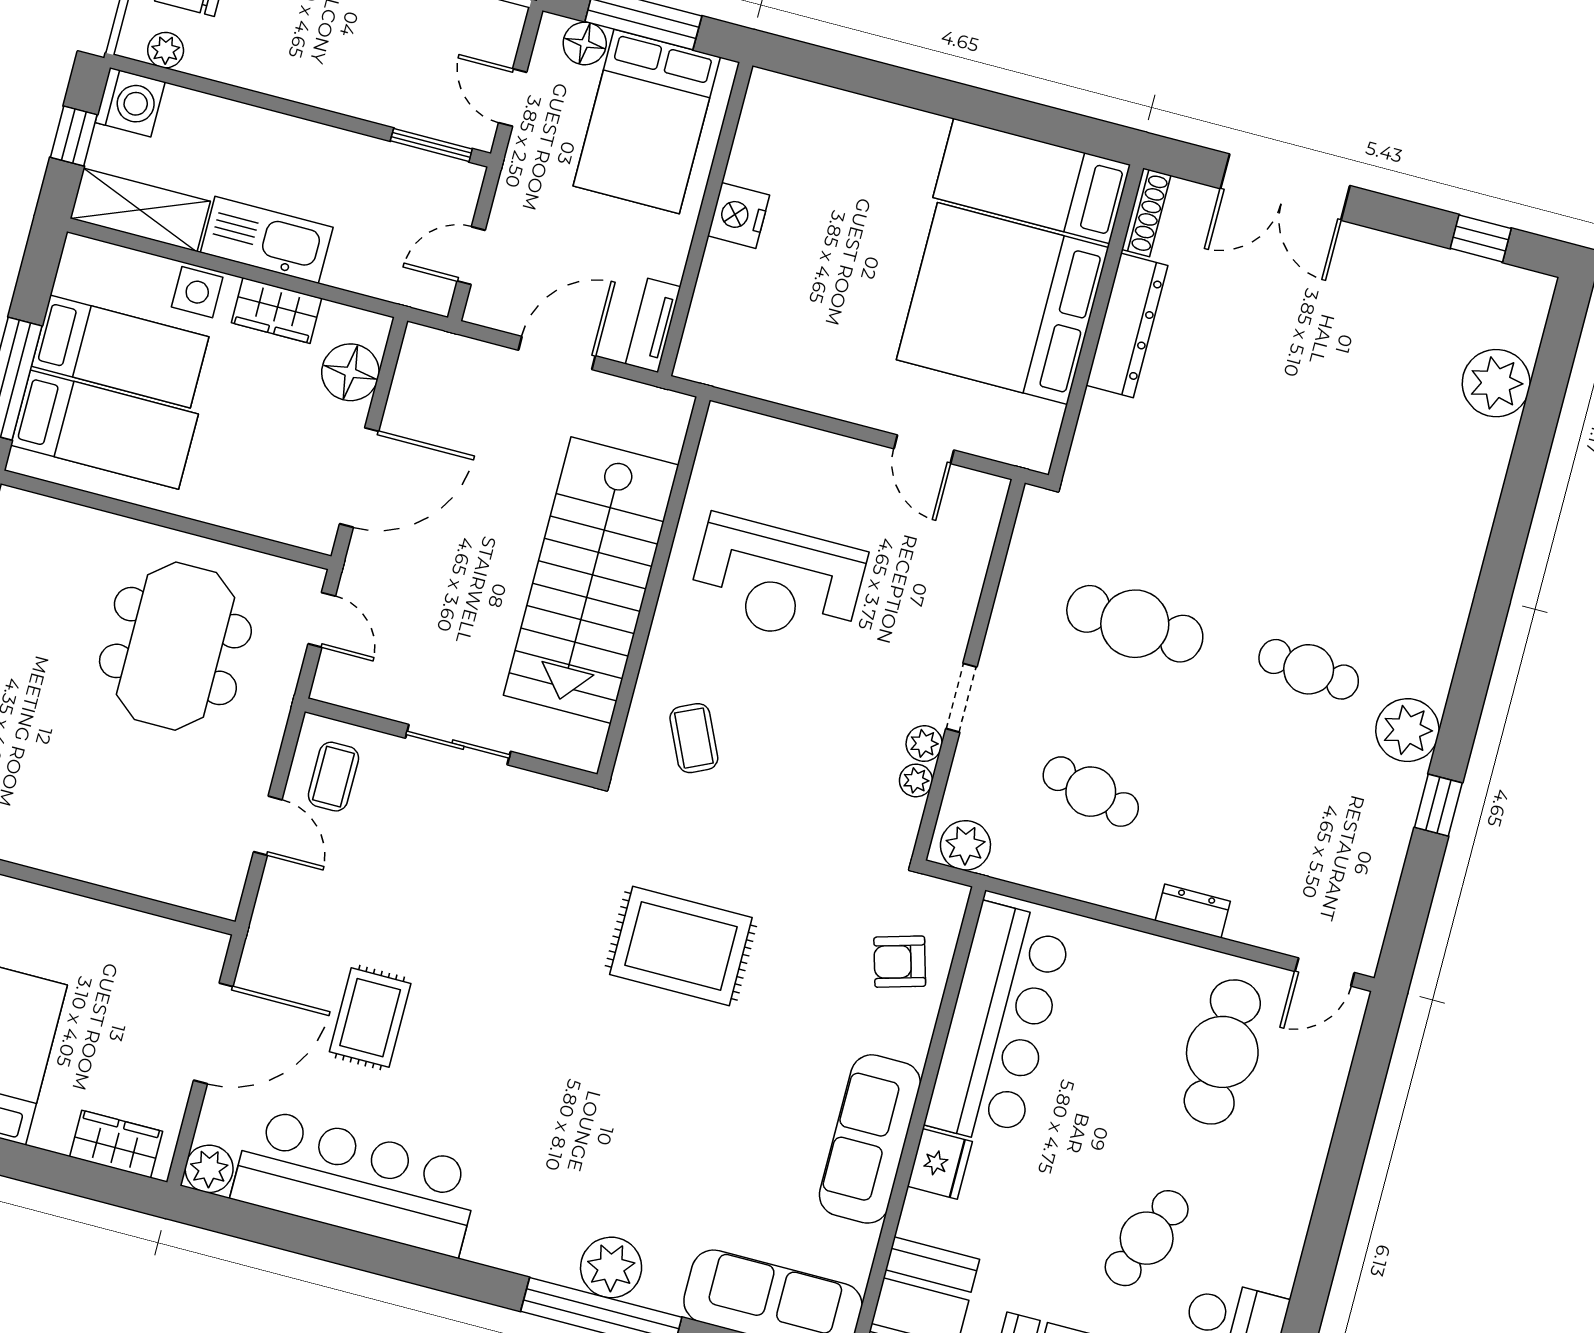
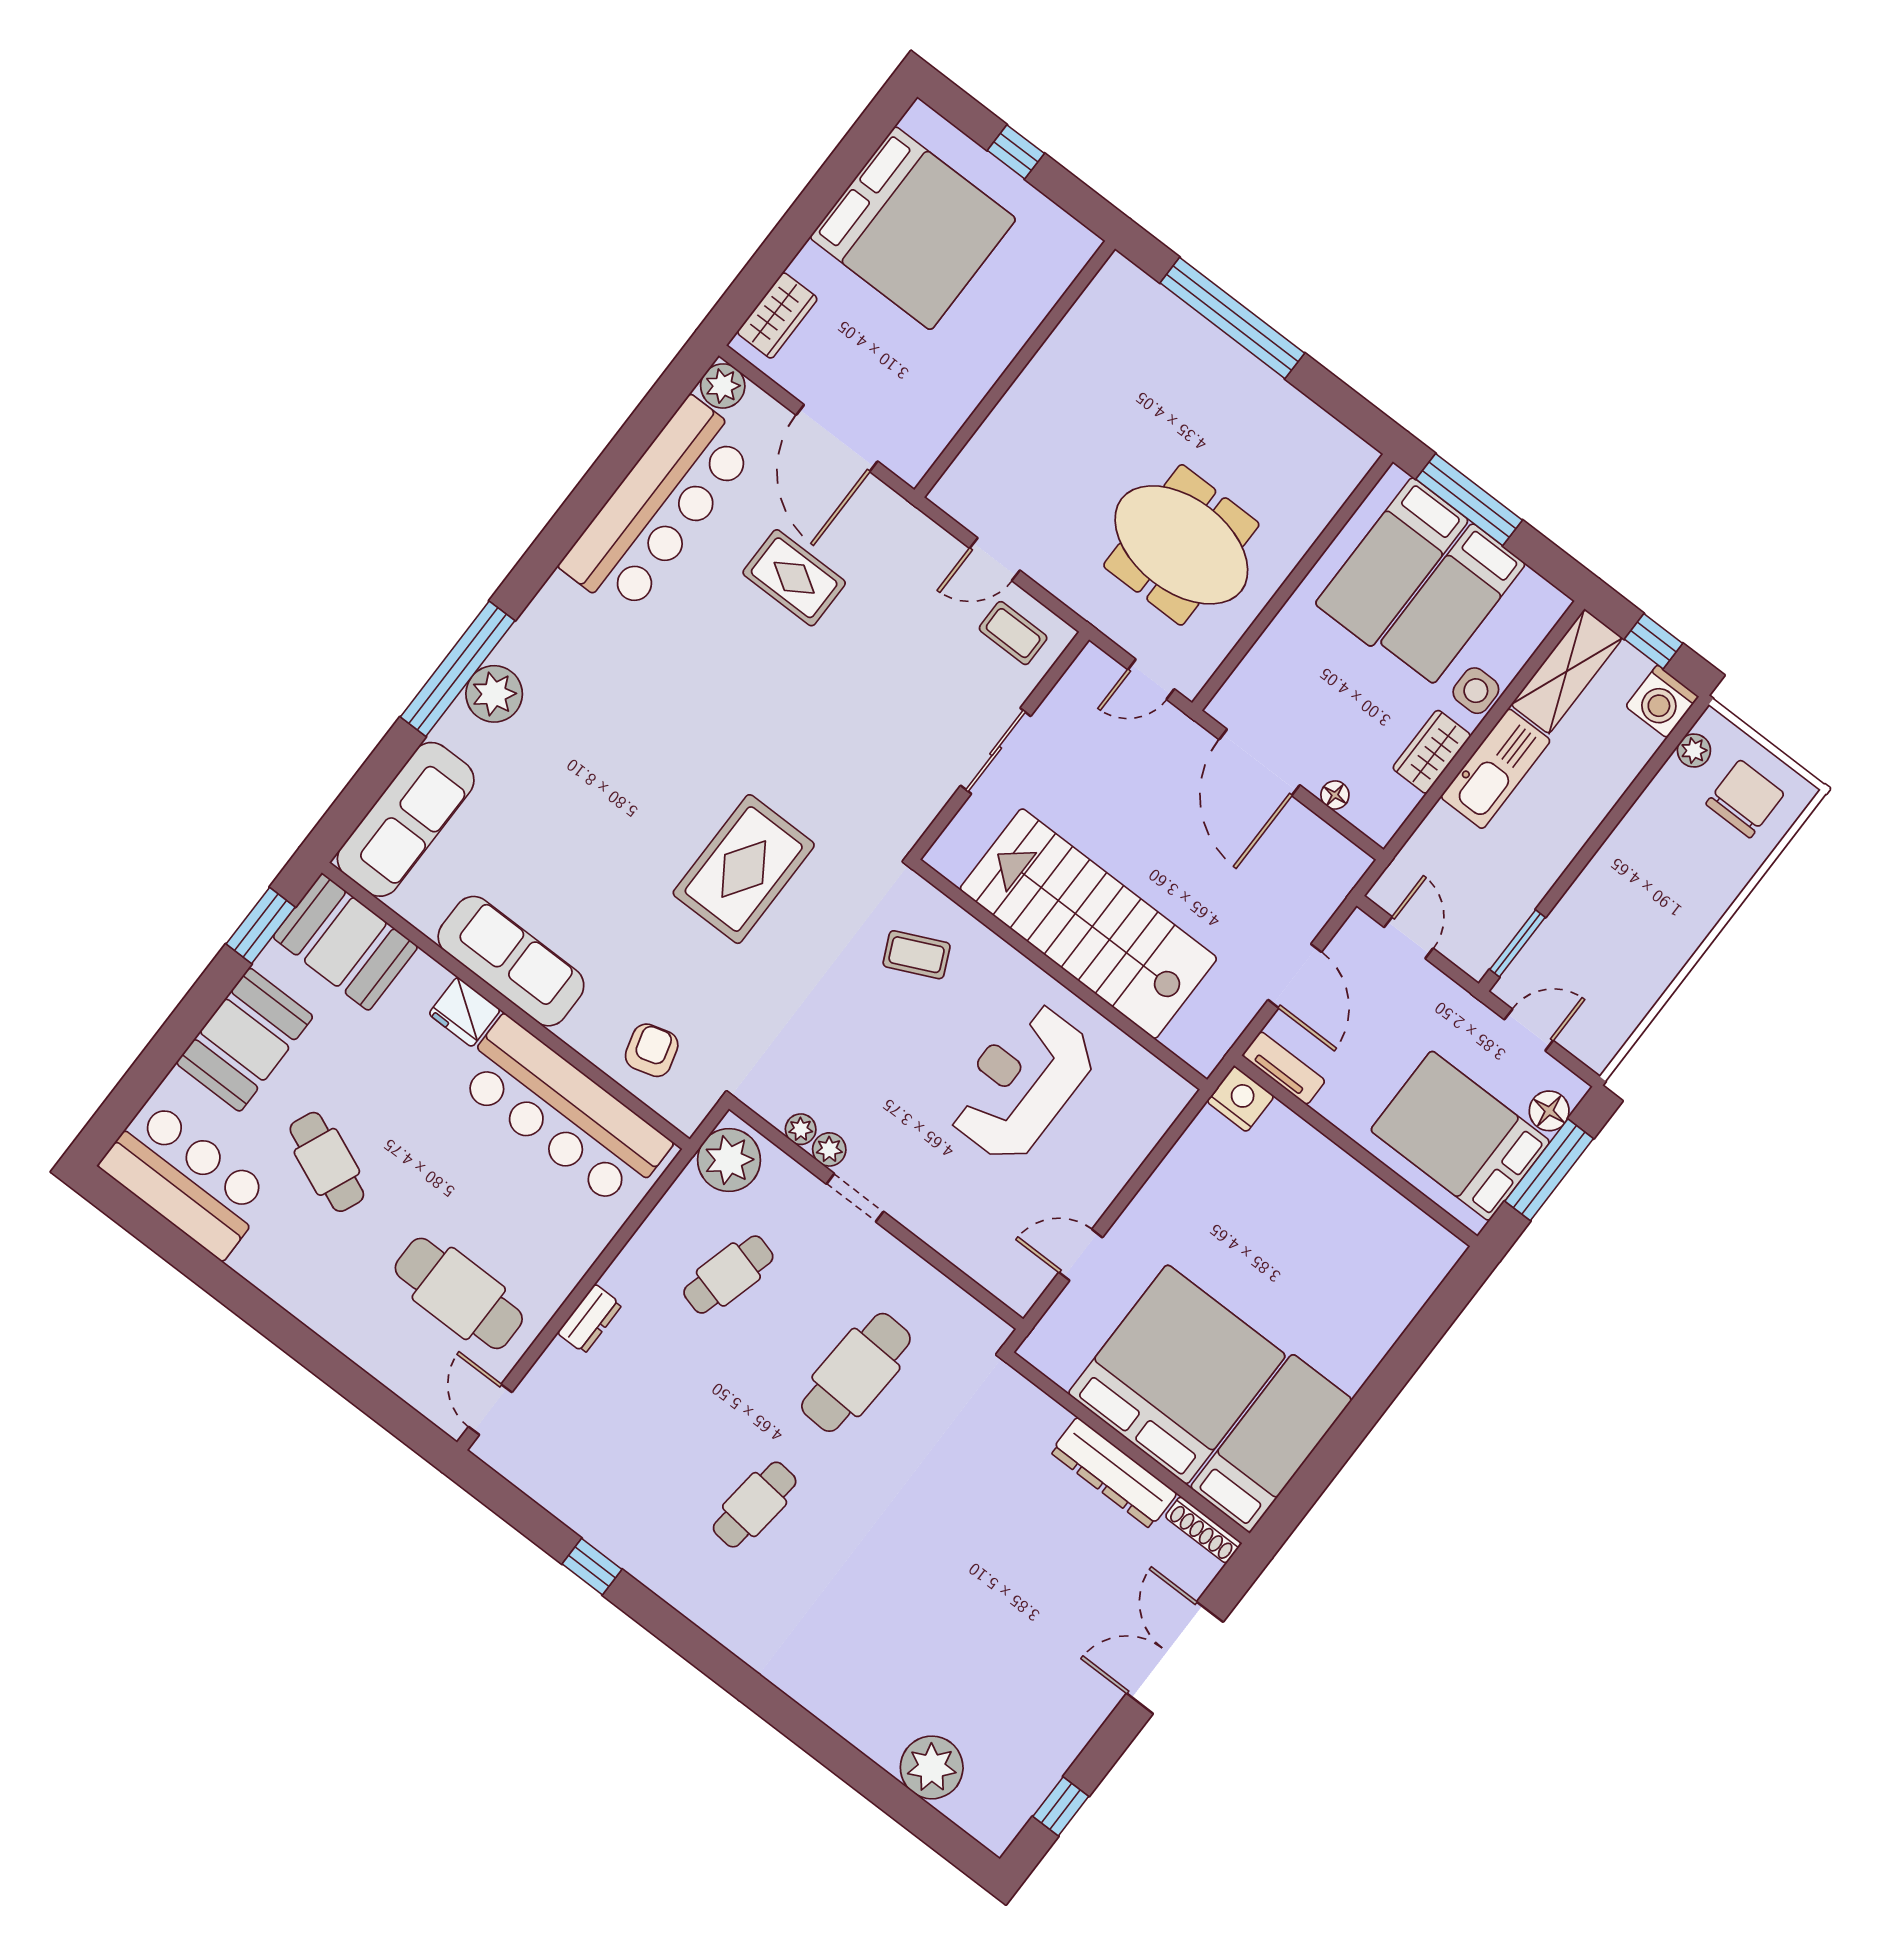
nightstand: (739, 215) -> (1240, 1099), moved
floor lamp: (350, 372) -> (1335, 795), width x0.53, depth x0.53
plant: (1407, 730) -> (667, 1567), removed
plant: (965, 845) -> (729, 1160), width x1.36, depth x1.36

